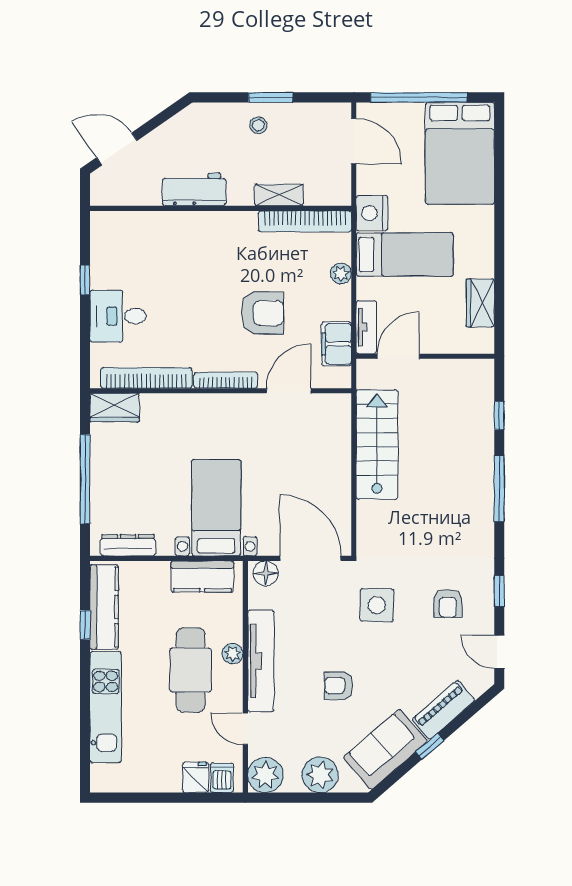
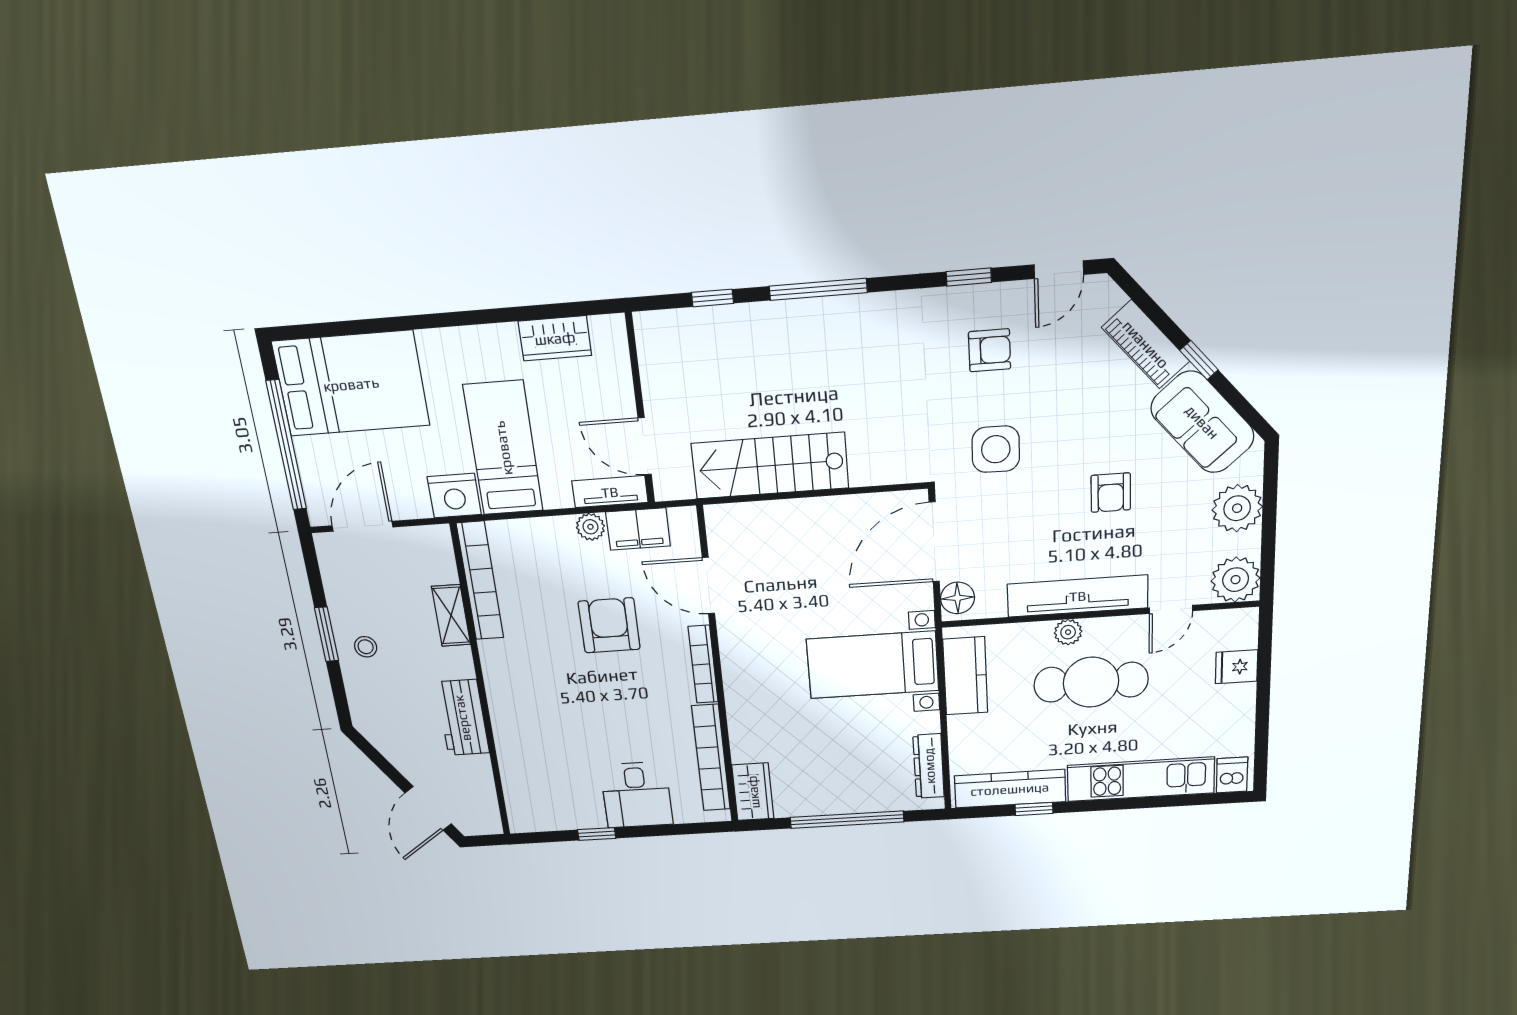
plant: (341, 273) -> (590, 527), moved
dishwasher: (222, 778) -> (1232, 775), moved, turned 90

